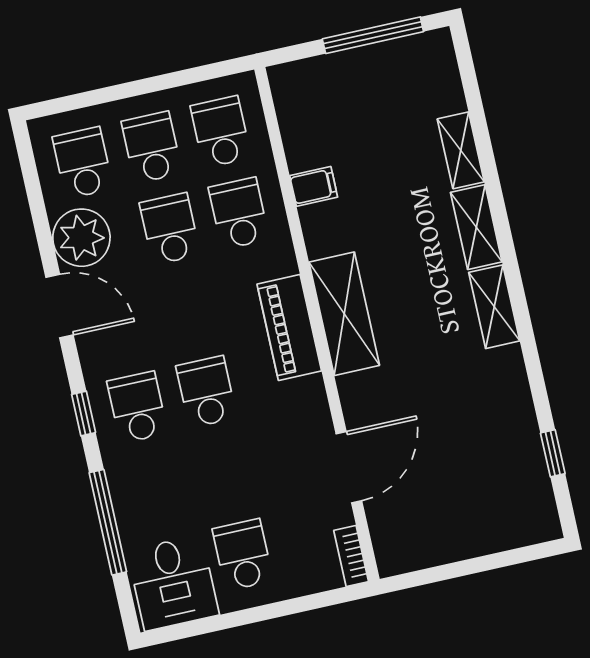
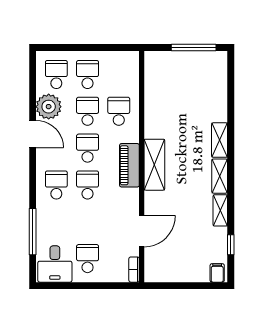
school desk: (221, 132) -> (88, 148), moved
shelving: (461, 150) -> (220, 210), moved
filing cabinet: (314, 186) -> (217, 273), moved, turned -90
window: (84, 413) -> (33, 182), removed

